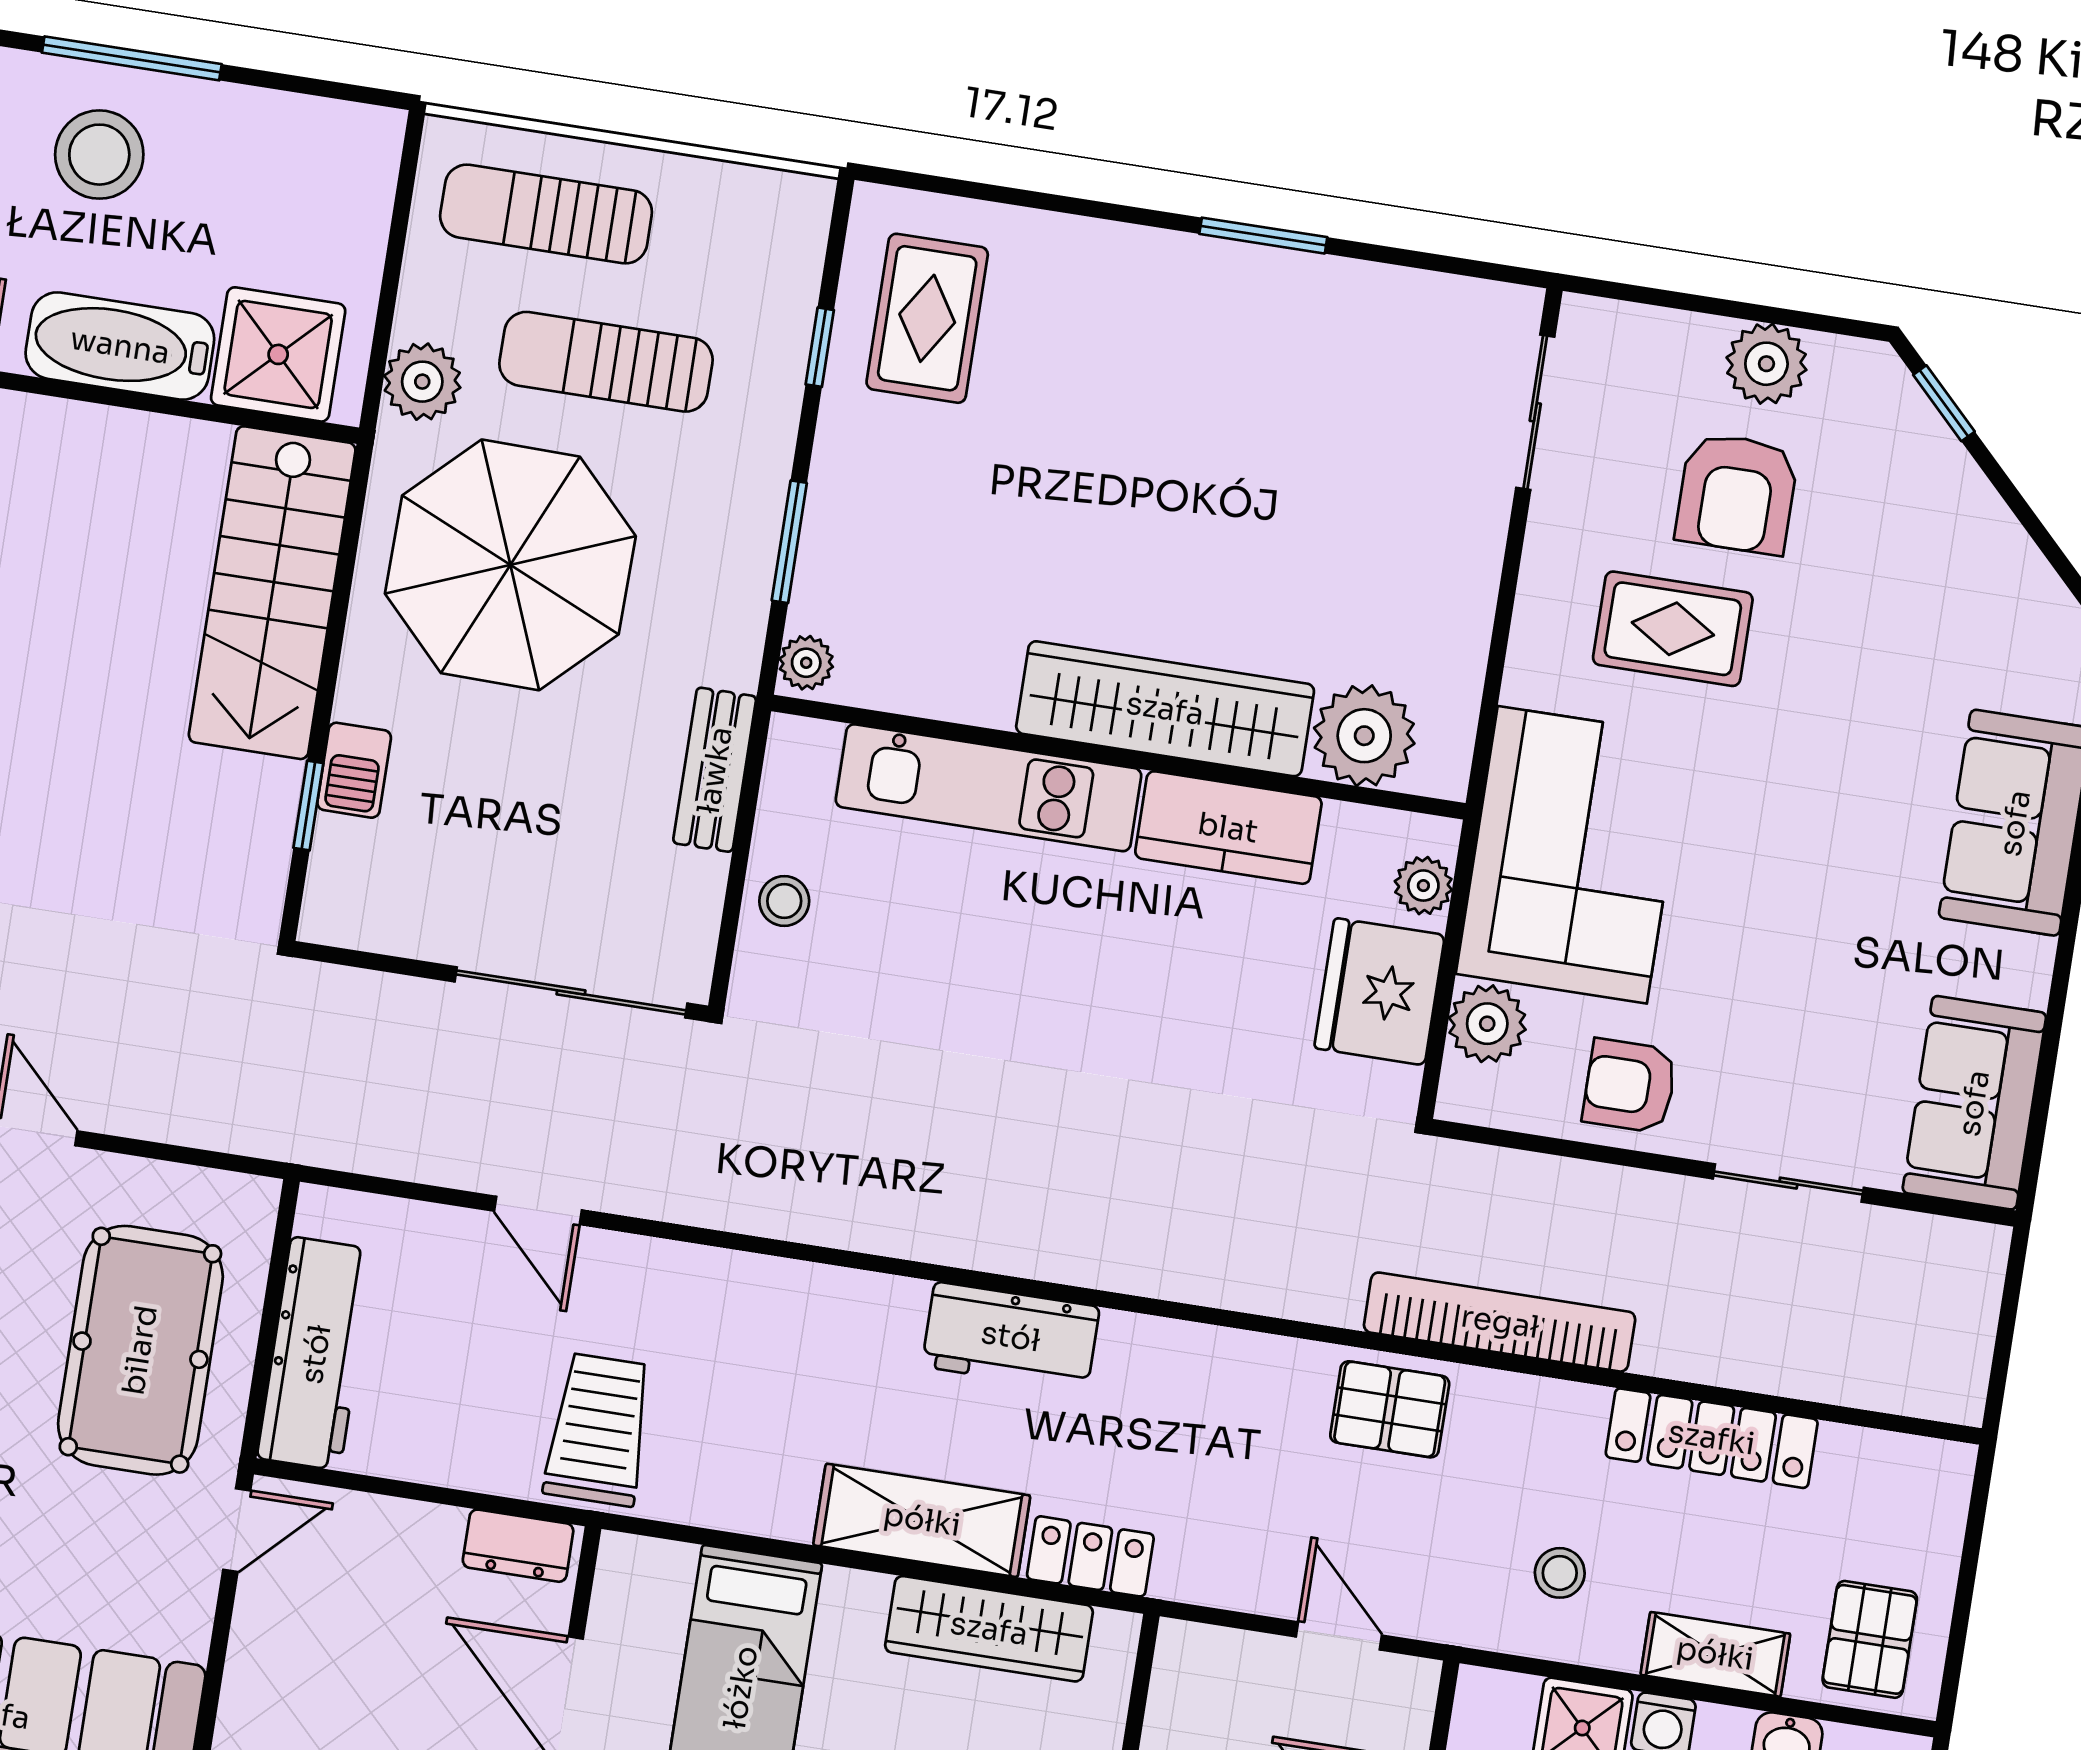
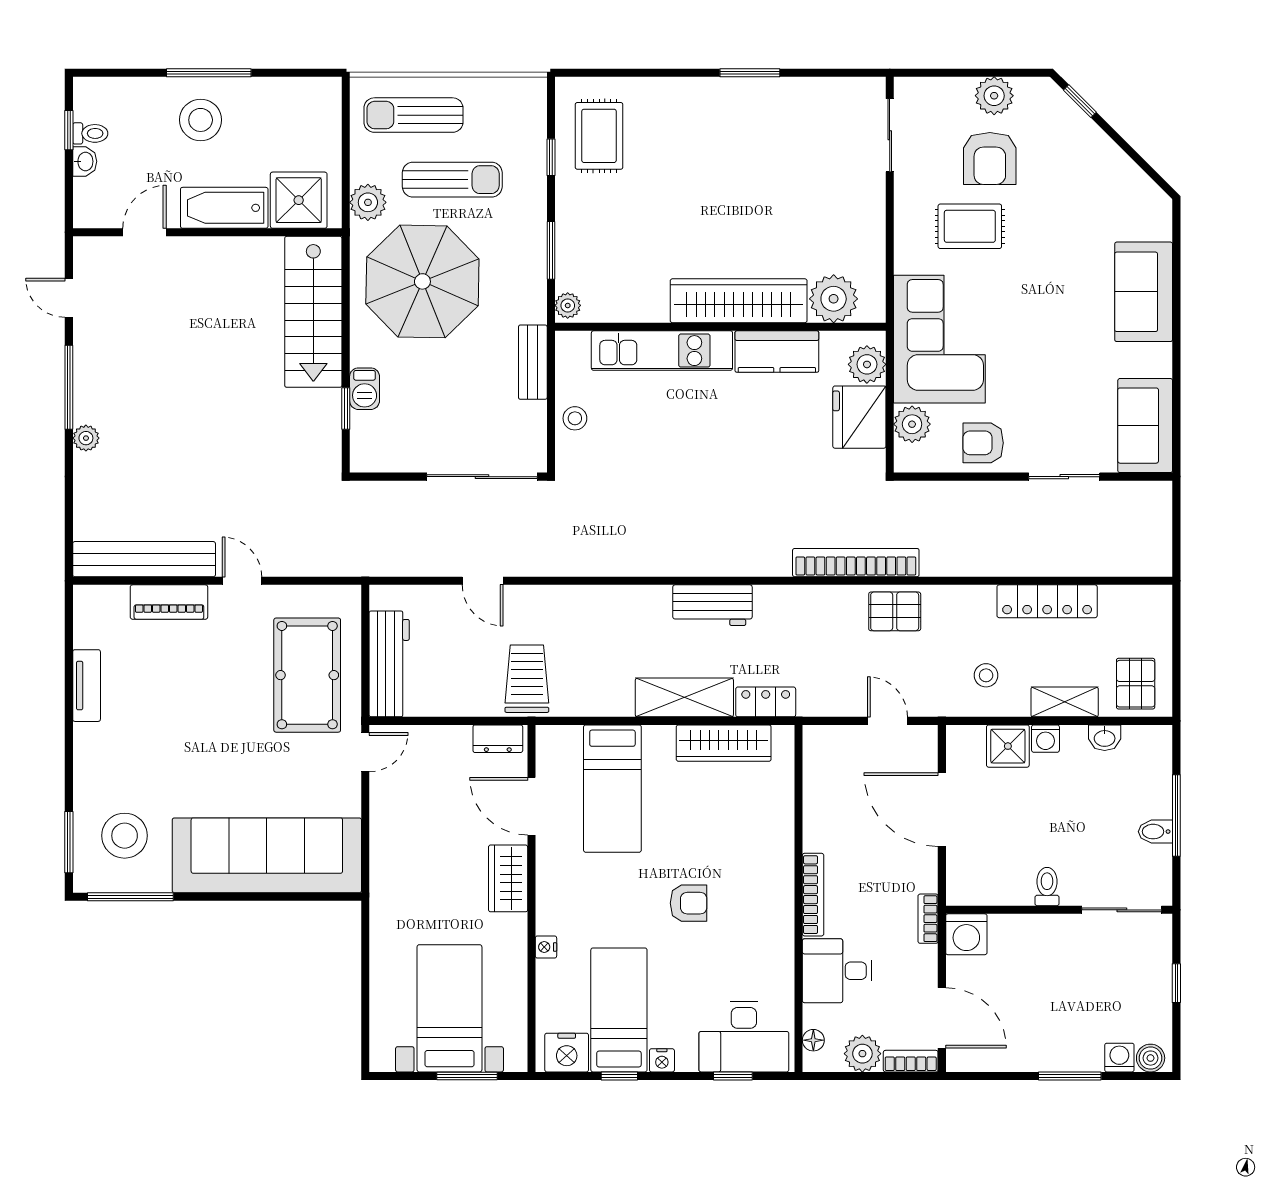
sun lounger: (606, 362) -> (452, 180), turned 180
plant: (1423, 886) -> (867, 364), width x1.38, depth x1.38
bookcase: (1500, 1322) -> (856, 563), moved

